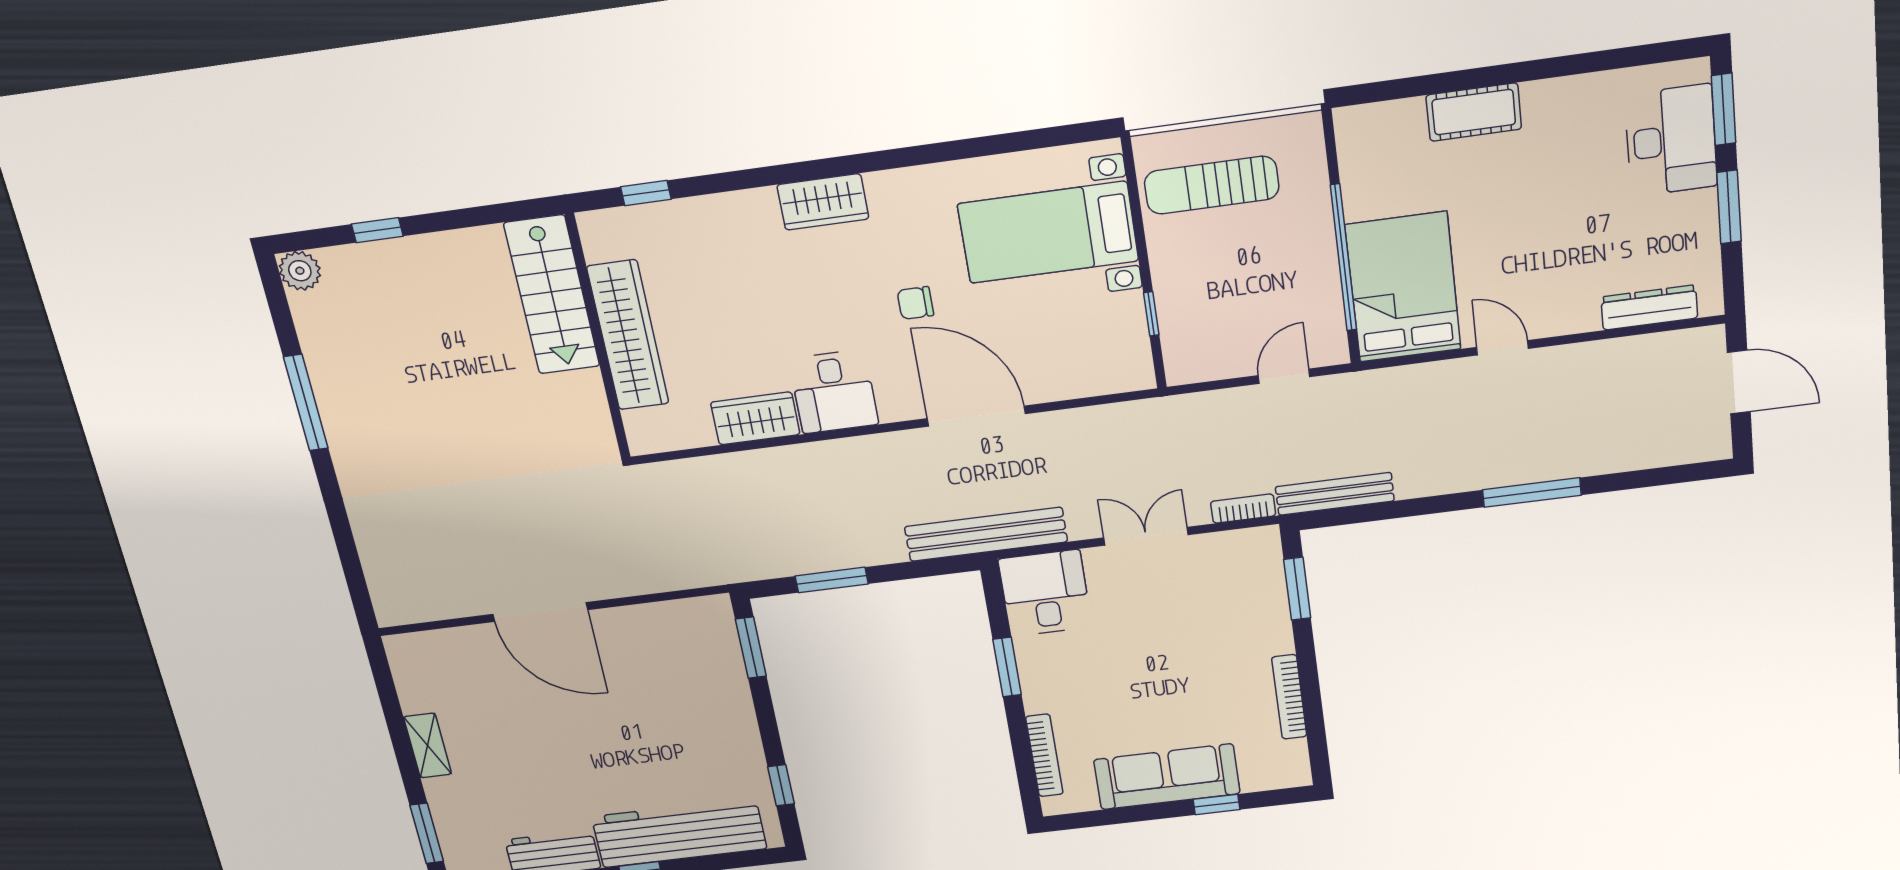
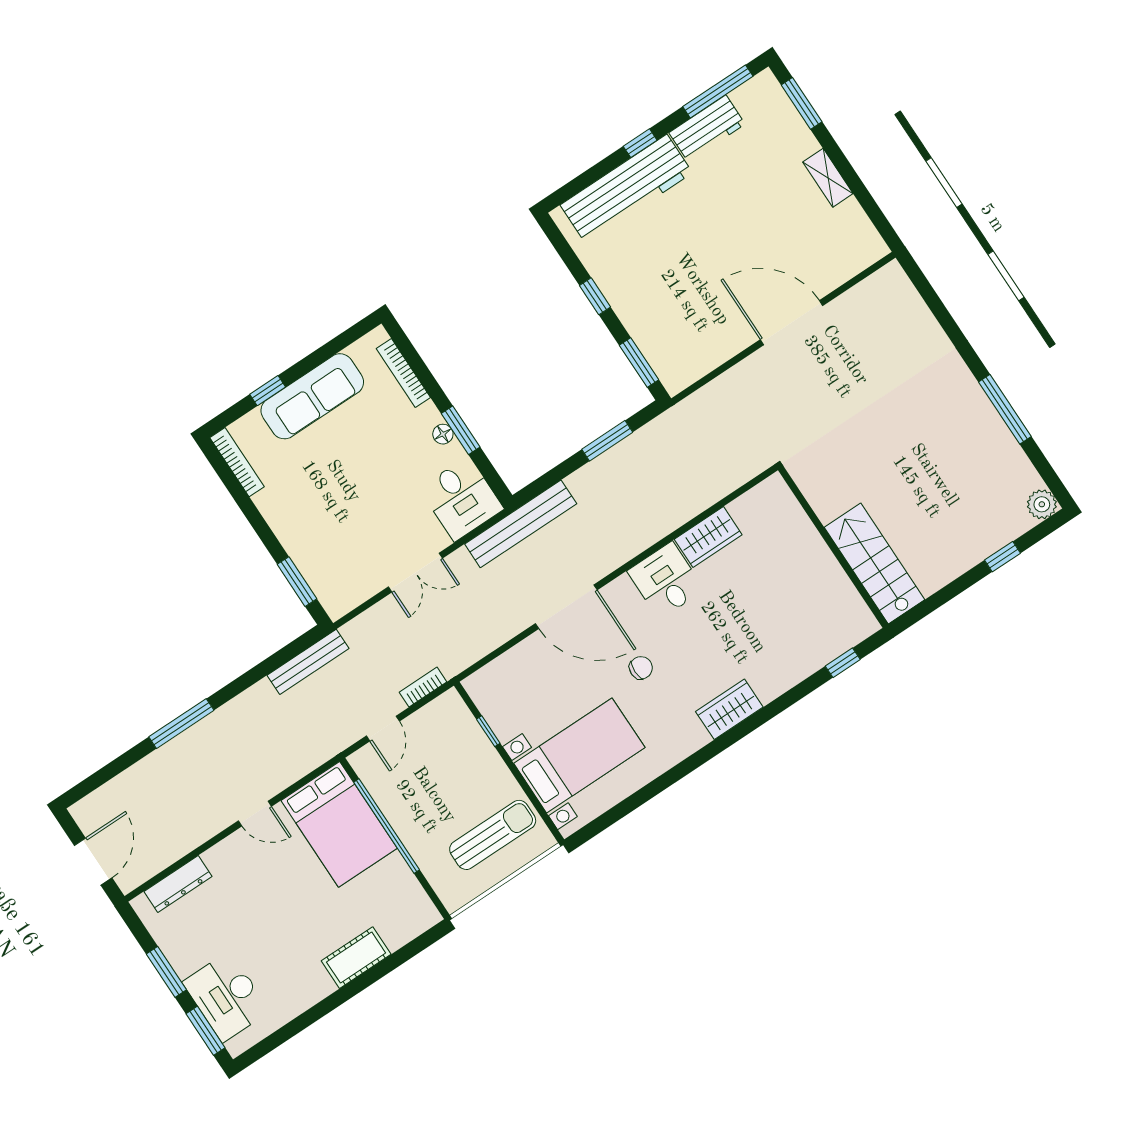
wardrobe: (628, 335) -> (815, 558), removed
door: (1739, 382) -> (93, 862), swing flipped
bookcase: (1243, 509) -> (423, 687), moved, turned 180
floor lamp: (1031, 672) -> (443, 434), added
bookcase: (1289, 697) -> (237, 462), moved
window: (781, 785) -> (595, 296), moved

